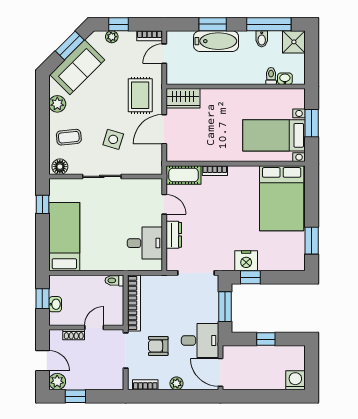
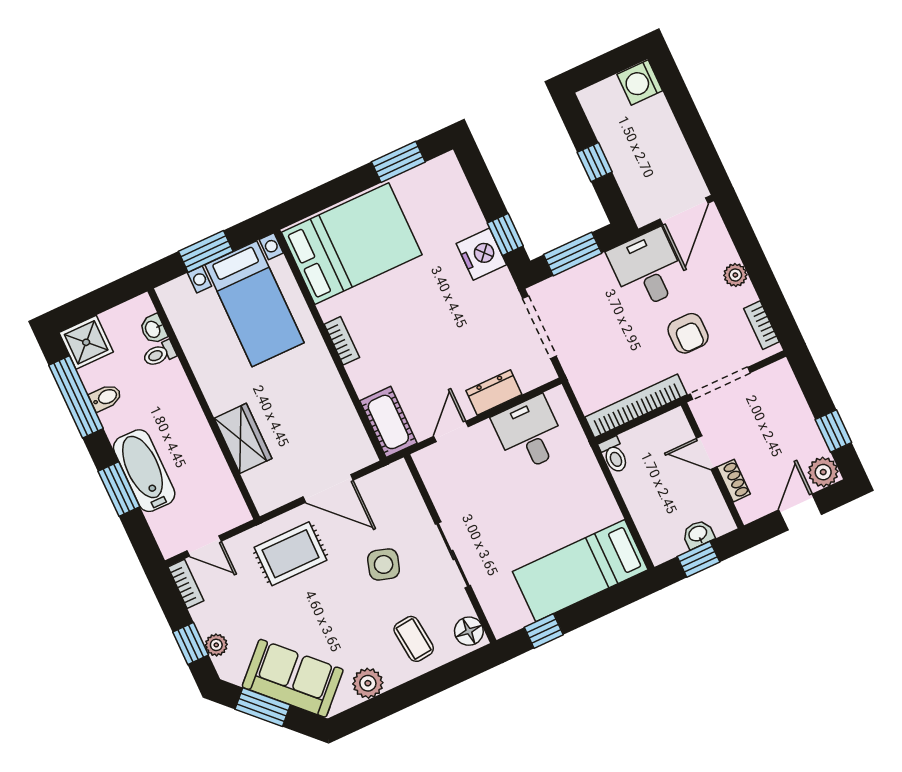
wardrobe: (183, 98) -> (243, 438), moved
bookcase: (215, 171) -> (342, 341), moved

